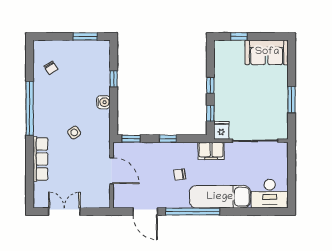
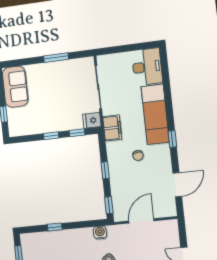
water cooler: (103, 102) -> (100, 233), moved
window: (193, 212) -> (172, 139), width x0.32

